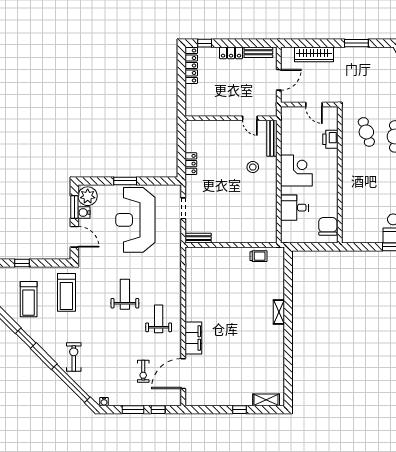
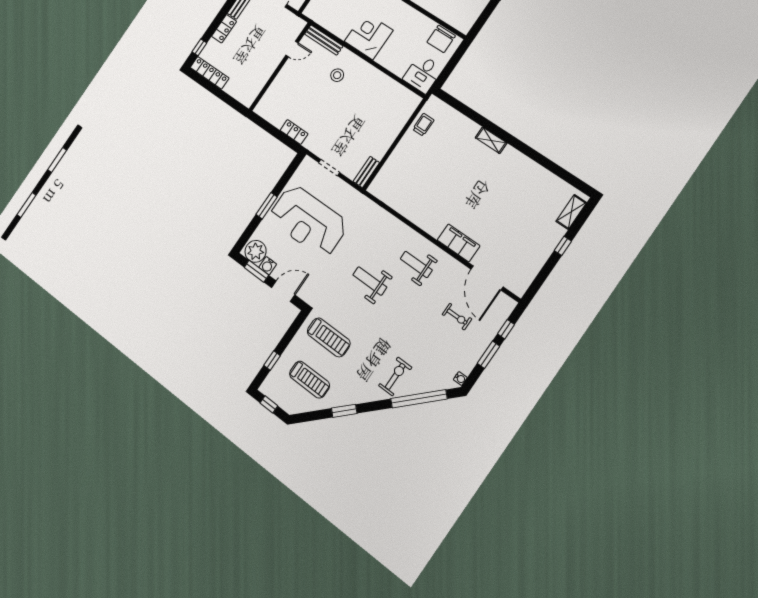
desk: (294, 208) -> (423, 74), moved
chair: (328, 226) -> (441, 39), turned -90
exercise bike: (74, 357) -> (395, 376), turned 90

